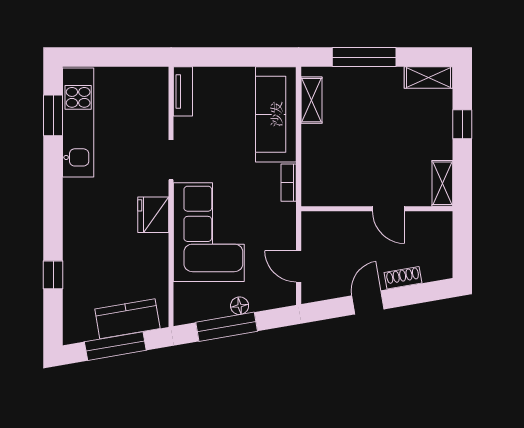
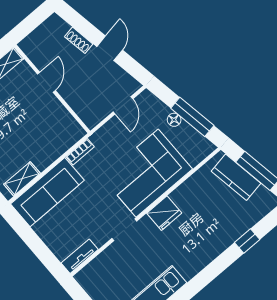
door: (368, 302) -> (110, 48), swing flipped

